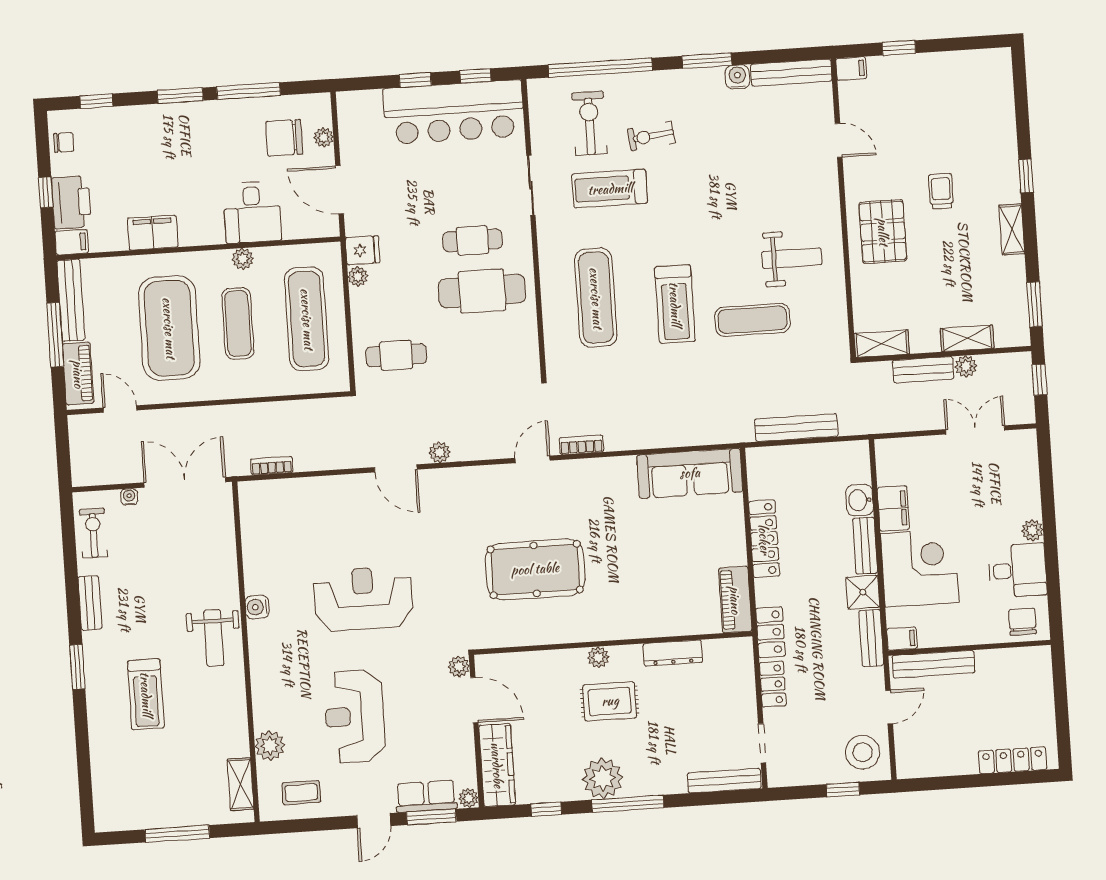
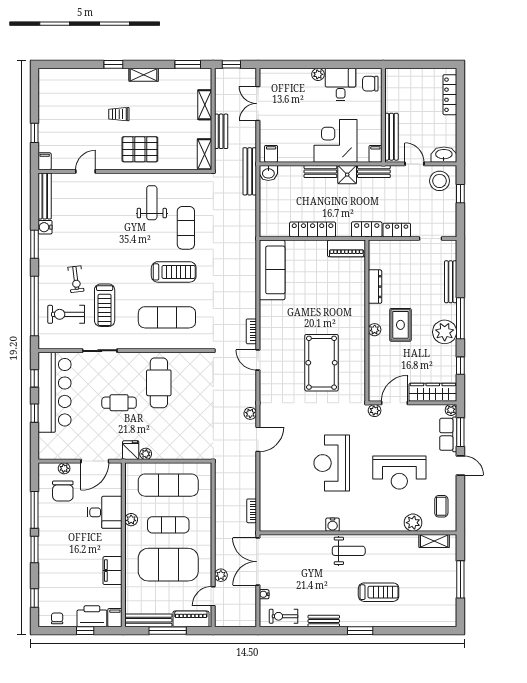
cafe table: (472, 240) -> (119, 403), moved, turned 90
cafe table: (396, 355) -> (193, 435), removed
plant: (966, 366) -> (221, 575), moved
bench: (796, 428) -> (250, 171), moved
washbasin: (860, 500) -> (268, 173), moved
filing cabinet: (893, 508) -> (271, 154), moved, width x0.50
washbasin: (908, 757) -> (444, 155), added
bench: (724, 781) -> (451, 282), moved

